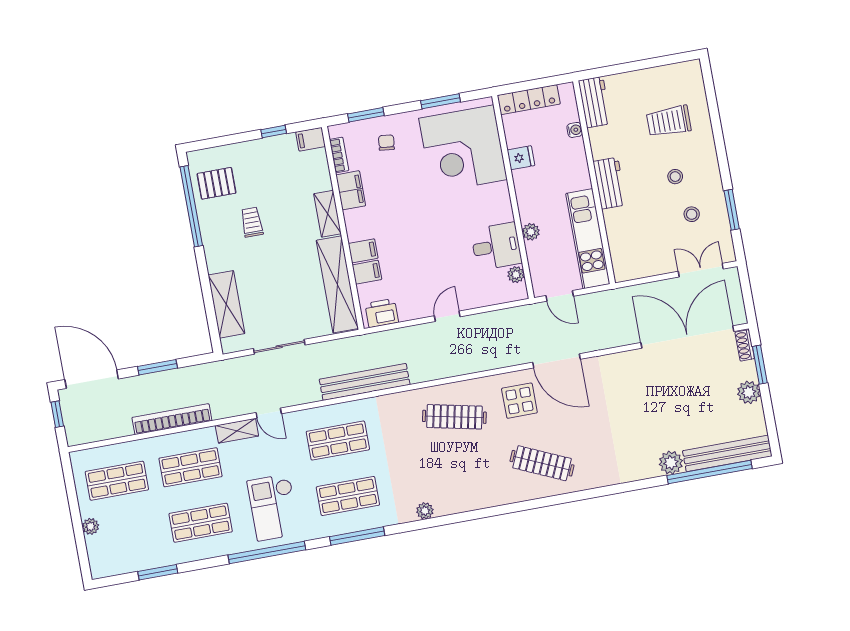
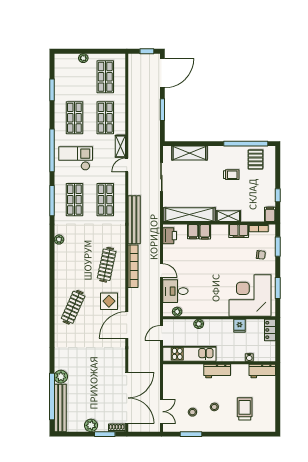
locker: (529, 100) -> (270, 330), width x0.66
desk: (496, 246) -> (175, 291), moved, turned 90
bookcase: (172, 419) -> (133, 266), moved

